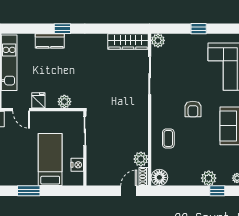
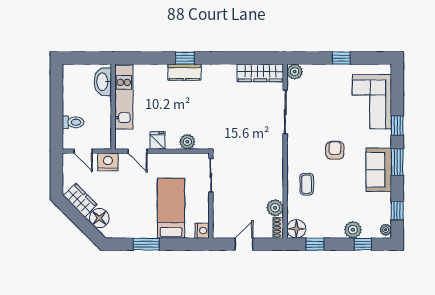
kitchen counter: (50, 41) -> (184, 72), moved
armchair: (193, 109) -> (335, 150), turned 180
nightstand: (77, 165) -> (202, 231), moved
door: (129, 191) -> (244, 244), moved
window: (176, 191) -> (315, 244), added

